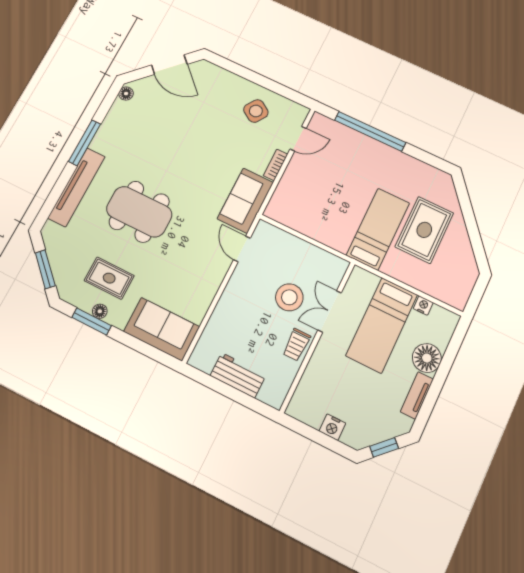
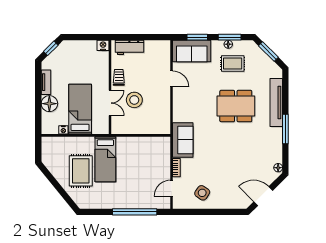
door: (242, 249) -> (172, 79), moved
window: (141, 347) -> (197, 37), added
workbench: (238, 375) -> (130, 47), moved
nightstand: (332, 427) -> (103, 45), moved

